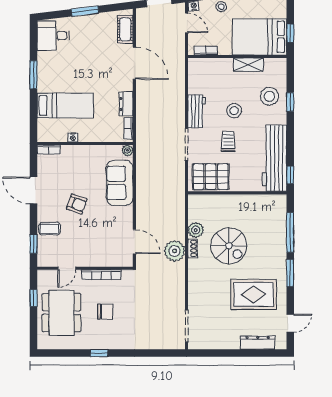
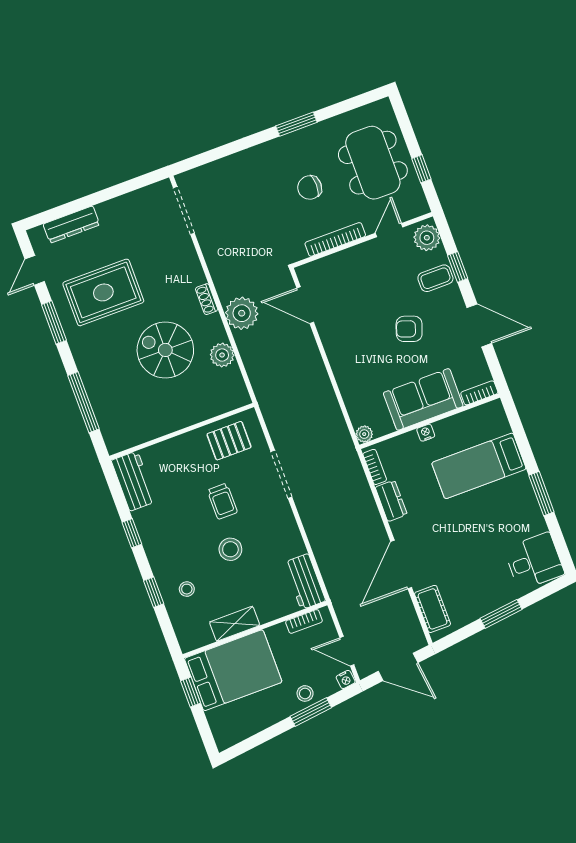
door: (134, 63) -> (401, 564), hinge flipped
stool: (269, 96) -> (187, 589), width x0.53, depth x0.53
workbench: (196, 111) -> (305, 582), moved
nightstand: (73, 137) -> (426, 433), moved
workbench: (274, 158) -> (134, 481), width x0.53, depth x0.76
window: (290, 175) -> (132, 533), moved
pallet: (211, 177) -> (229, 441), width x0.67, depth x0.71
sofa: (120, 183) -> (423, 399), moved, turned -90
window: (34, 244) -> (458, 267), moved
shoe rack: (193, 248) -> (207, 299), moved
plant: (46, 255) -> (427, 238), added
window: (290, 273) -> (54, 322), moved
window: (99, 353) -> (296, 124), width x1.50

